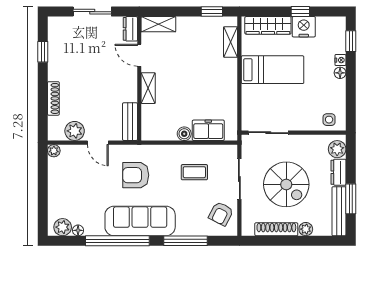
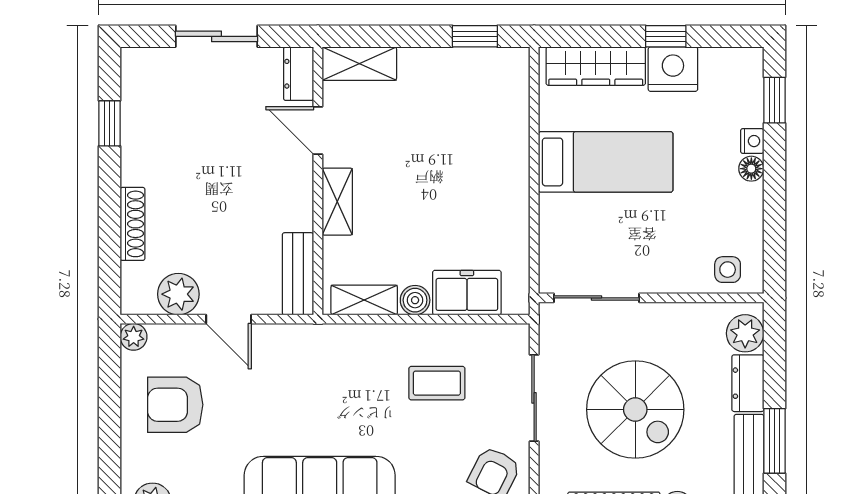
shelving: (230, 42) -> (364, 300), moved, turned 90
armchair: (136, 175) -> (175, 405), moved

